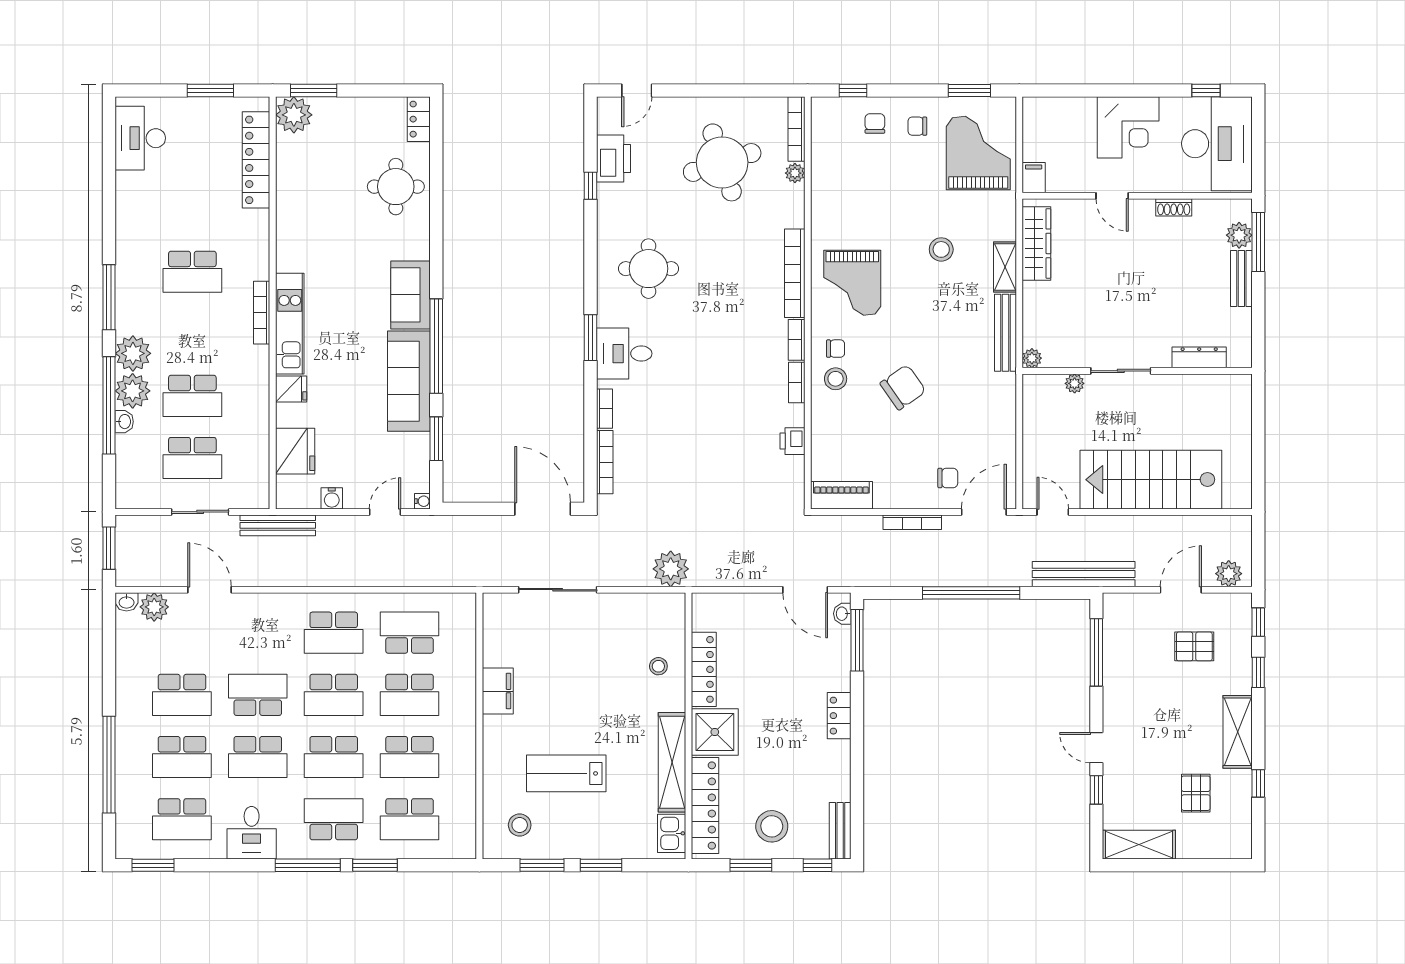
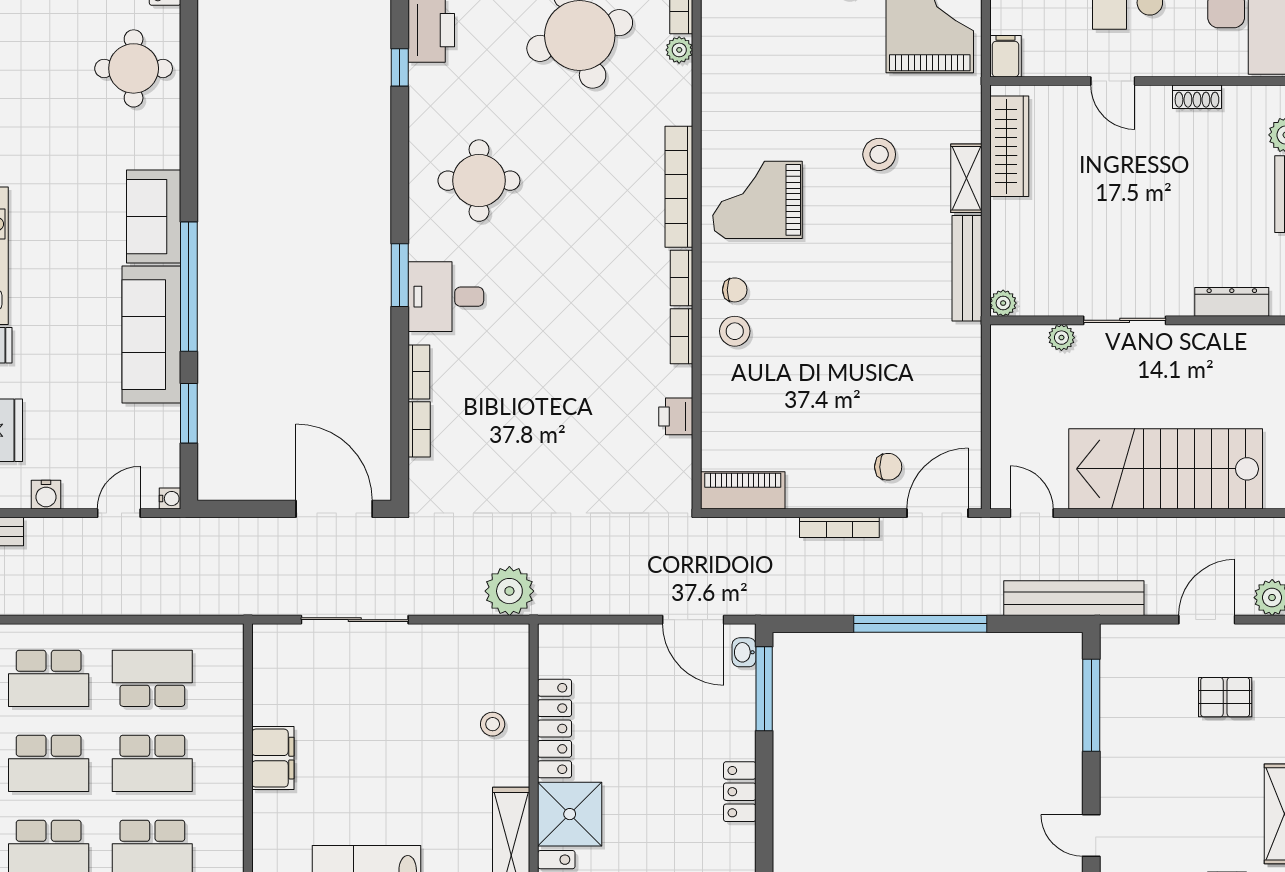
grand piano: (852, 283) -> (757, 200), turned 90
chair: (903, 387) -> (827, 343), removed
bookcase: (605, 462) -> (419, 429), width x0.64

